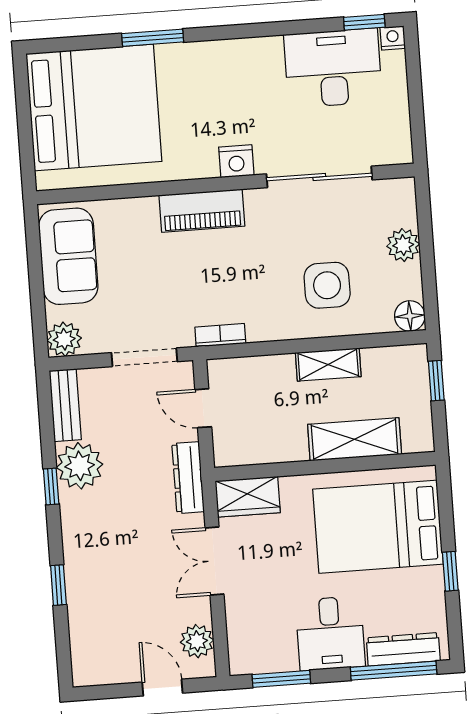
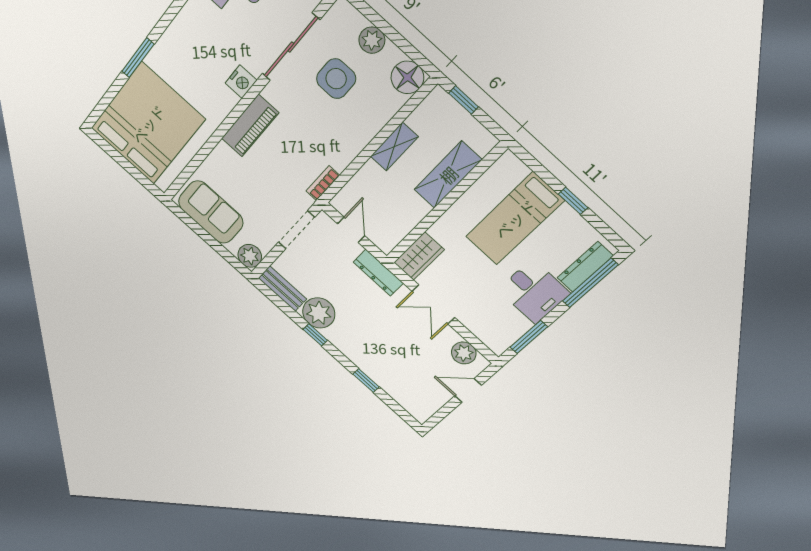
side table: (327, 285) -> (336, 79), moved
floor lamp: (410, 316) -> (407, 77), width x1.38, depth x1.38
door: (203, 408) -> (351, 230), swing flipped
bed: (378, 527) -> (515, 219), width x0.67

